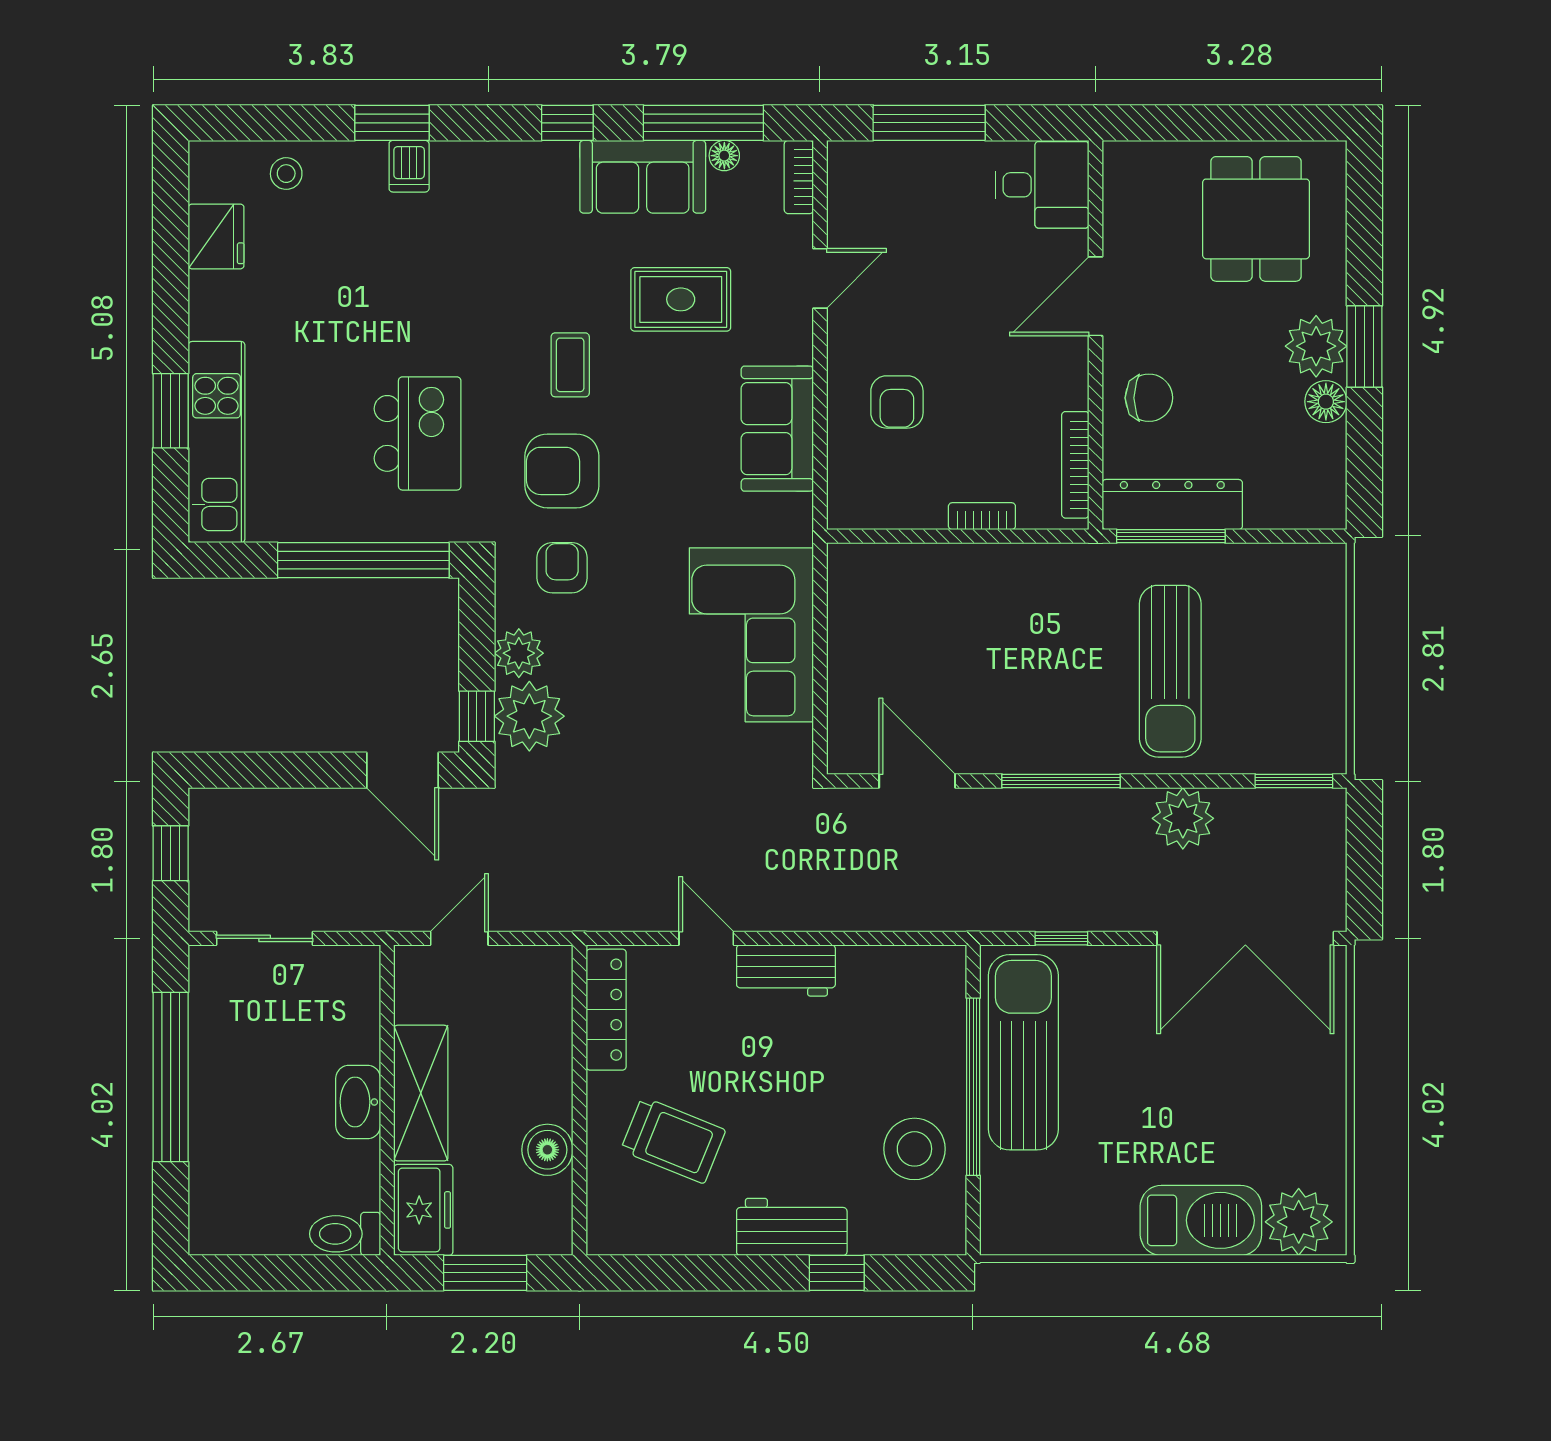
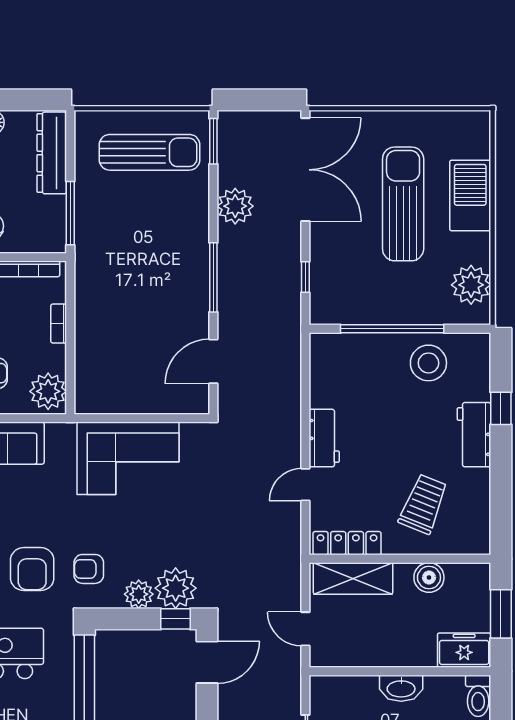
plant: (866, 498) -> (48, 391), added
dresser: (1172, 505) -> (52, 153), moved
sun lounger: (1170, 671) -> (150, 152), moved
sun lounger: (1023, 1052) -> (403, 204), moved, turned 90
shelving: (421, 1093) -> (353, 578), moved
plant: (1299, 1222) -> (471, 285), moved

